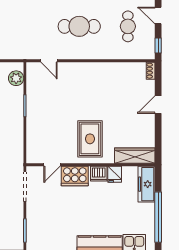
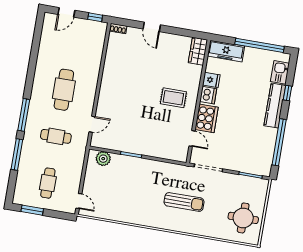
cafe table: (128, 26) -> (56, 136), moved
rug: (90, 139) -> (173, 98), width x0.73, depth x0.70
wardrobe: (135, 156) -> (198, 51), width x0.67

